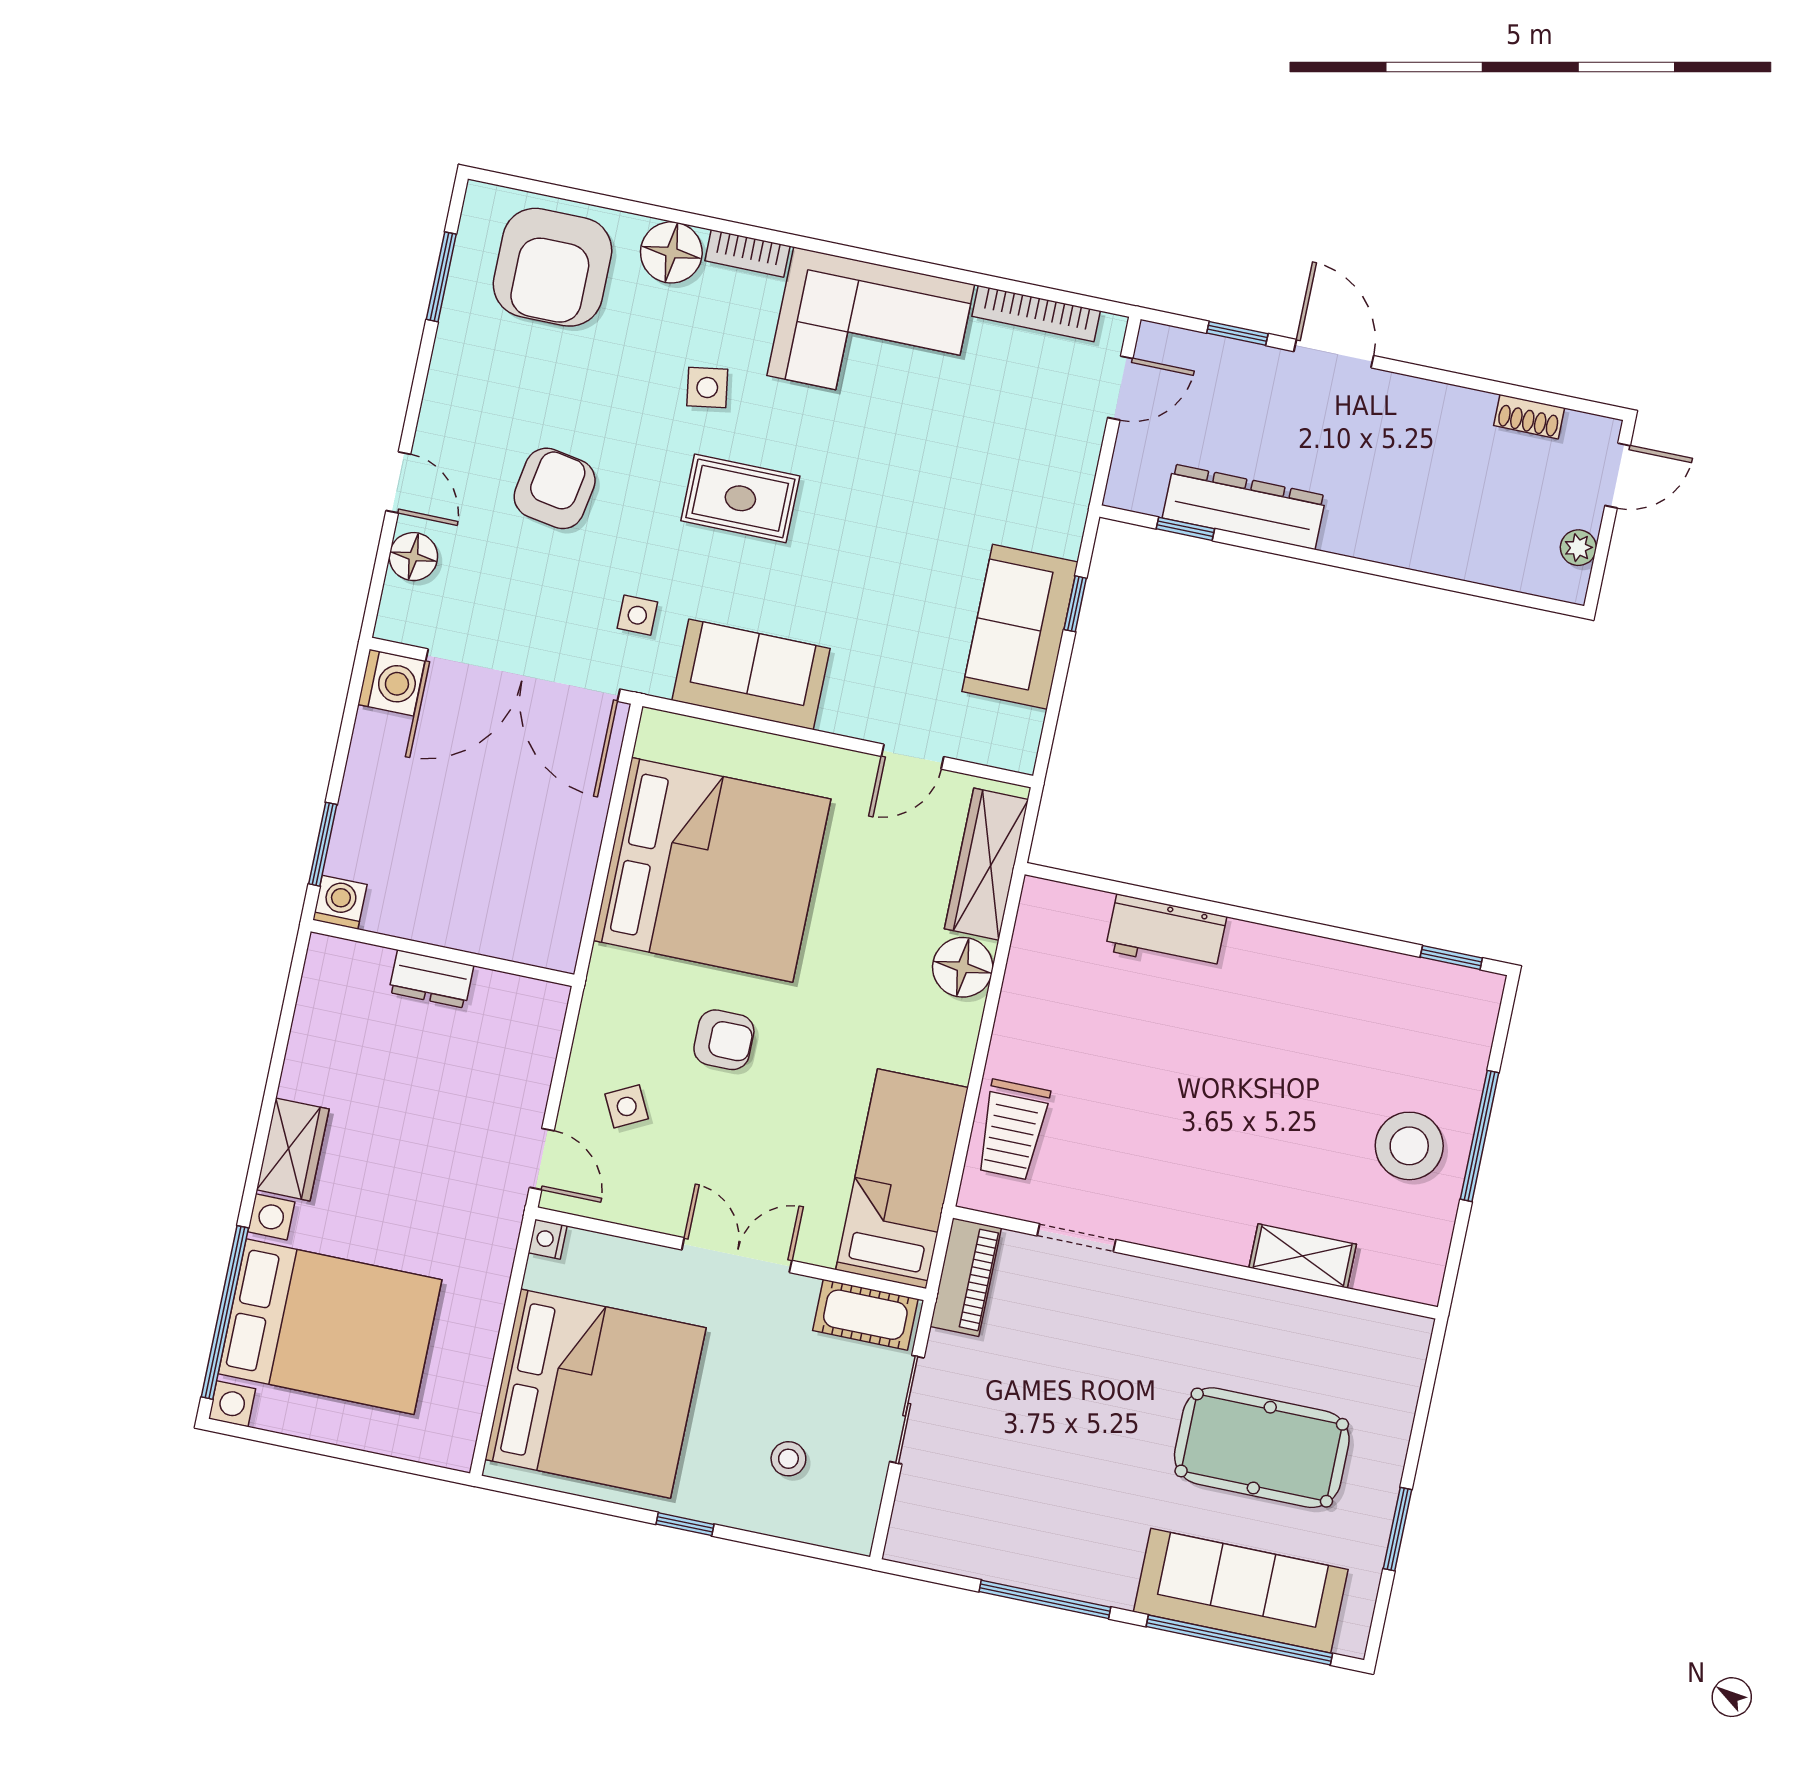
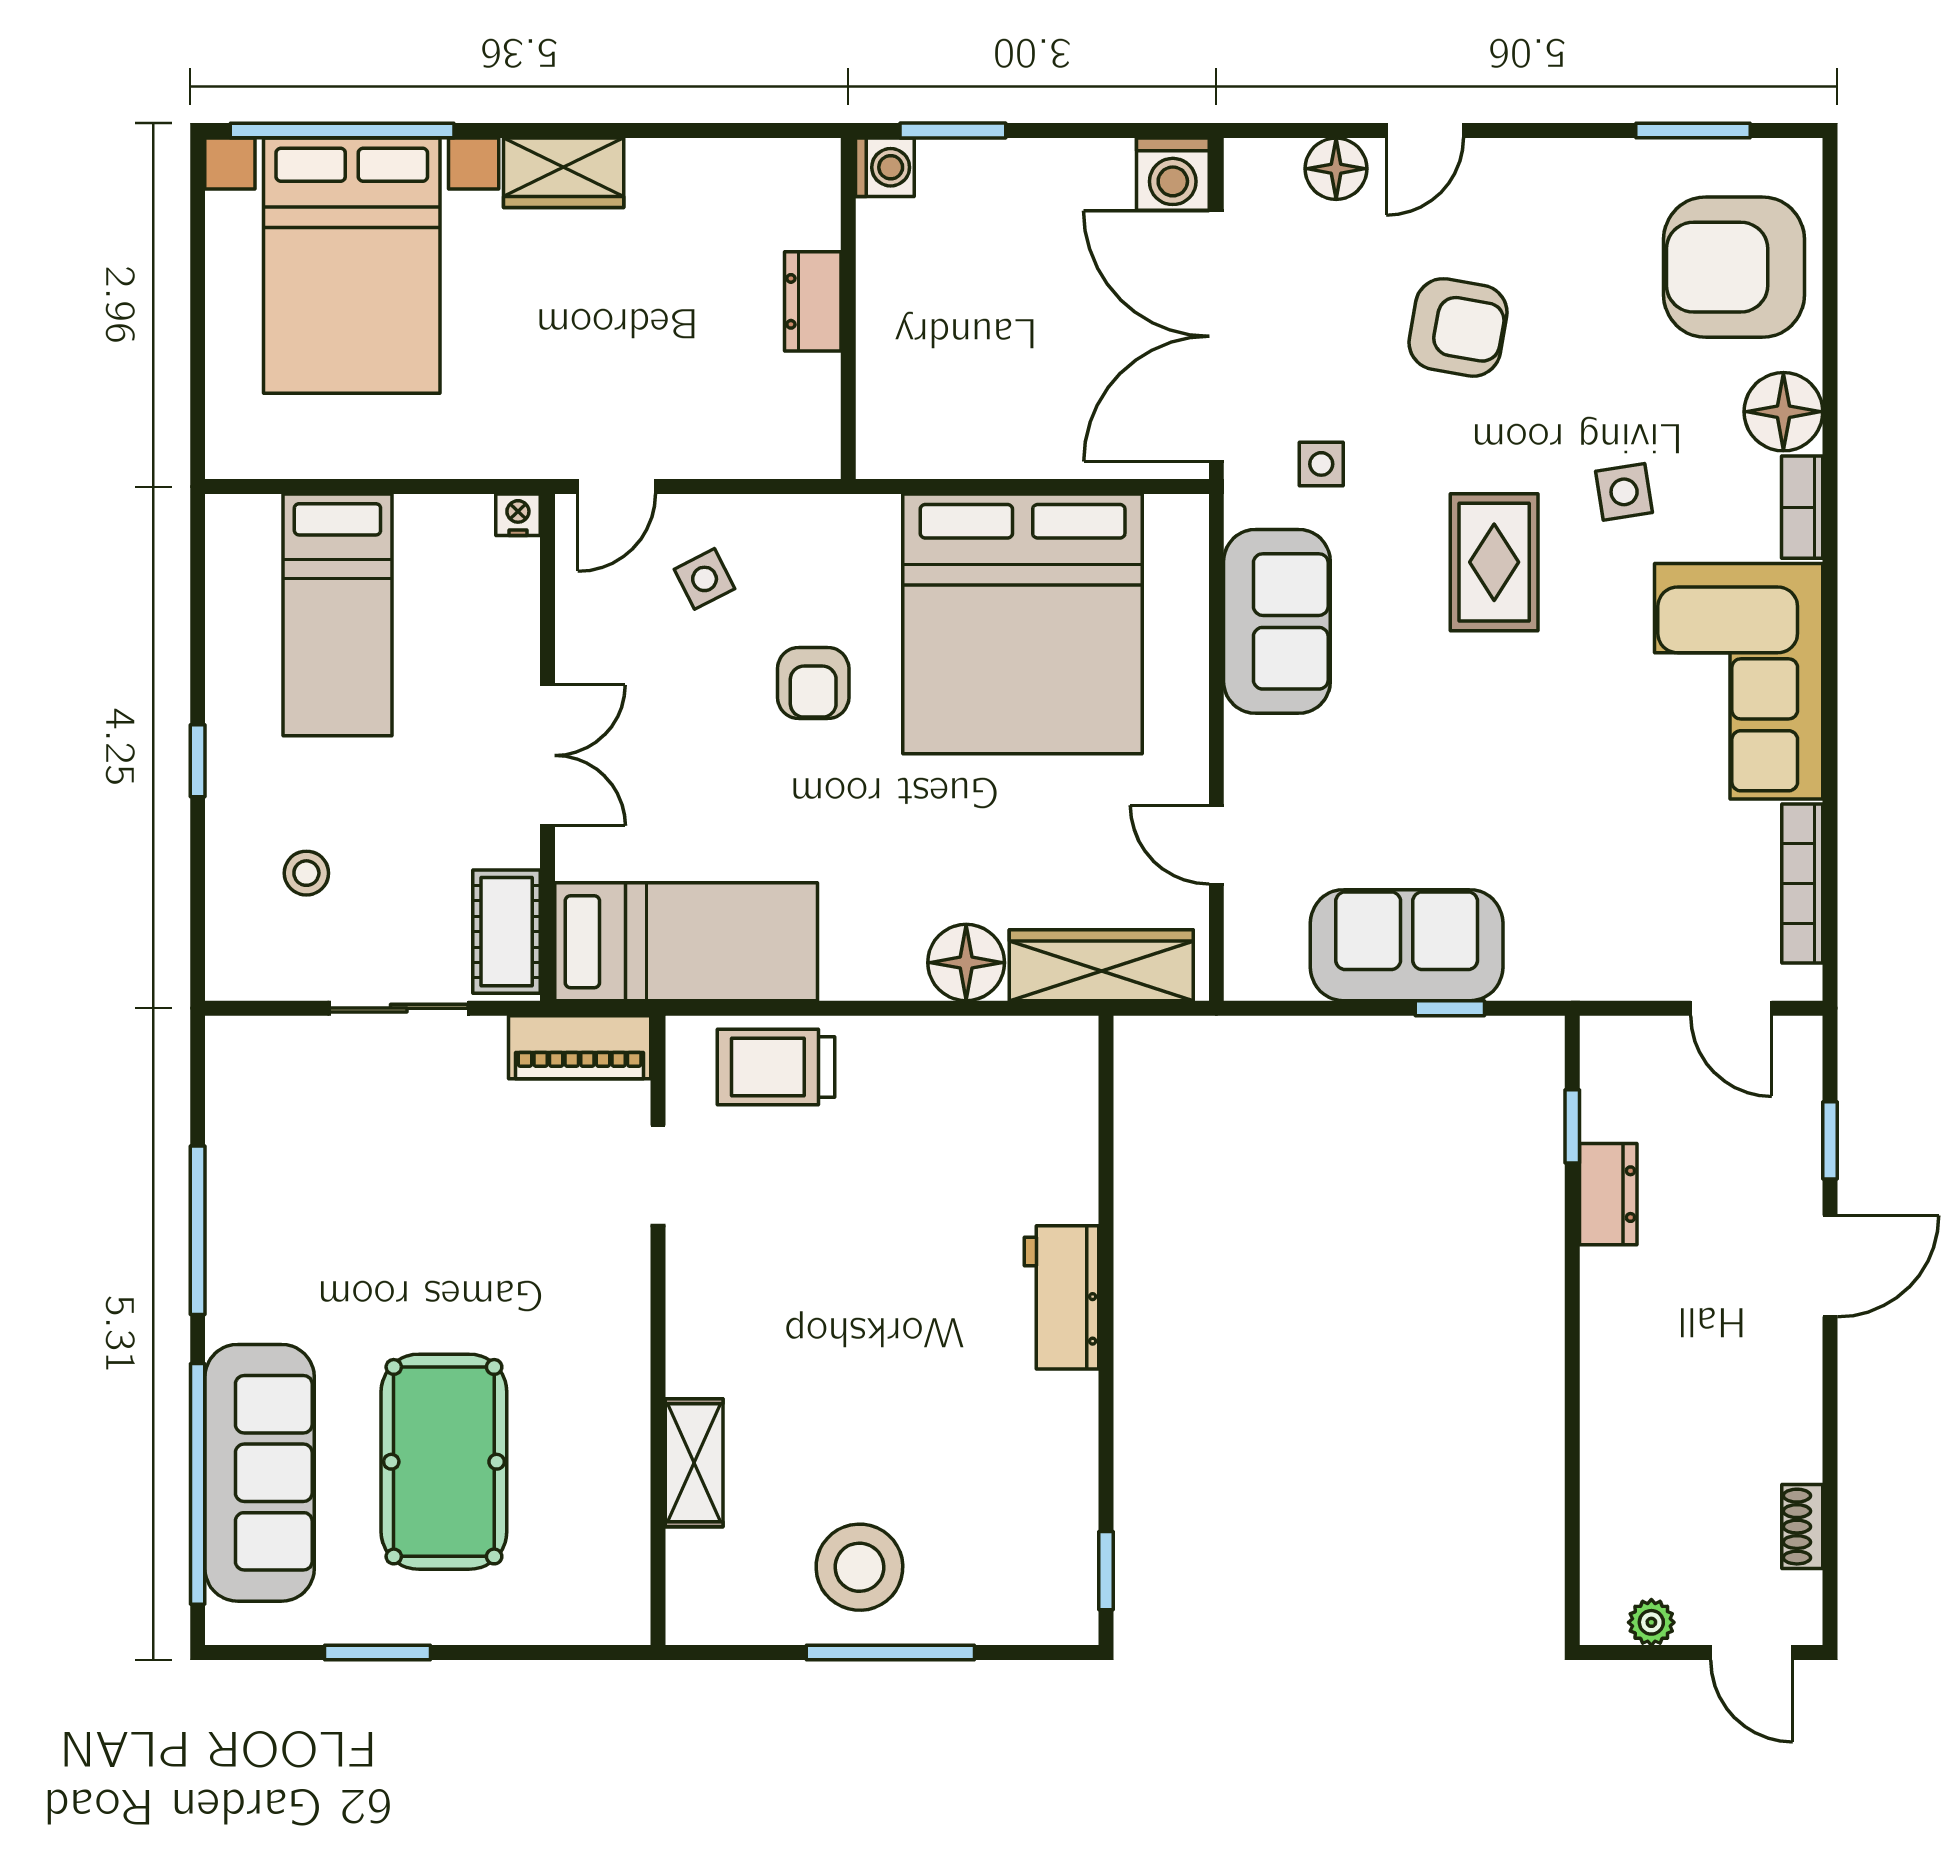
dresser: (1244, 507) -> (1608, 1194), width x0.51, depth x0.80
workbench: (1166, 933) -> (1061, 1297), moved
bed: (596, 1394) -> (337, 615), width x0.49

